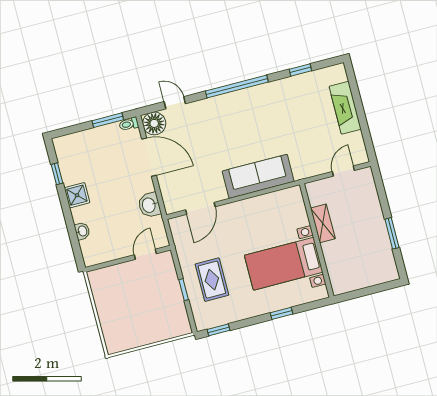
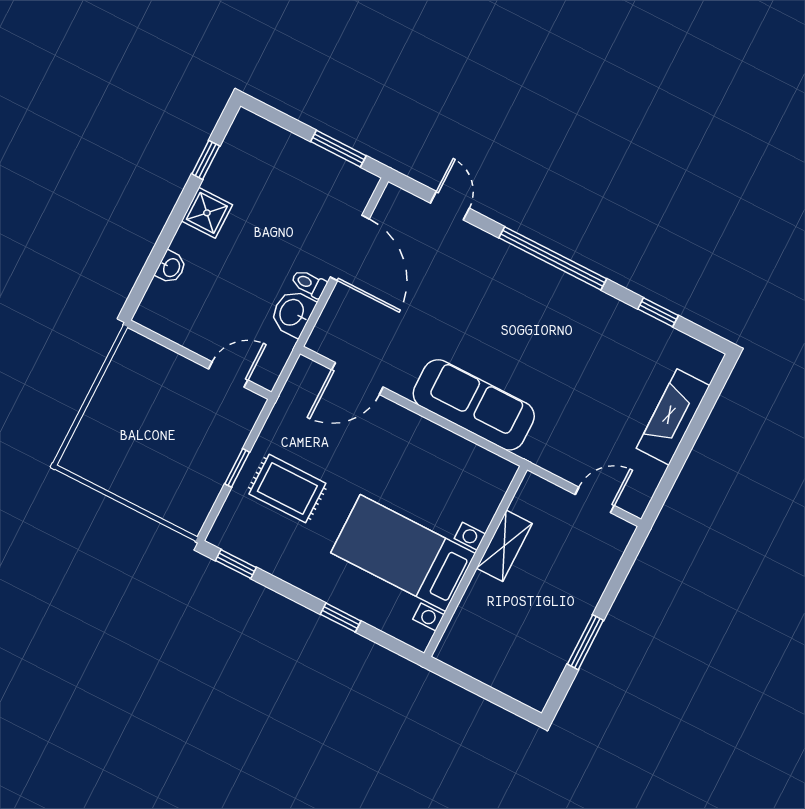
floor lamp: (154, 123) -> (397, 209), removed
toilet: (129, 124) -> (309, 283), moved
rug: (212, 280) -> (287, 489), turned 90

